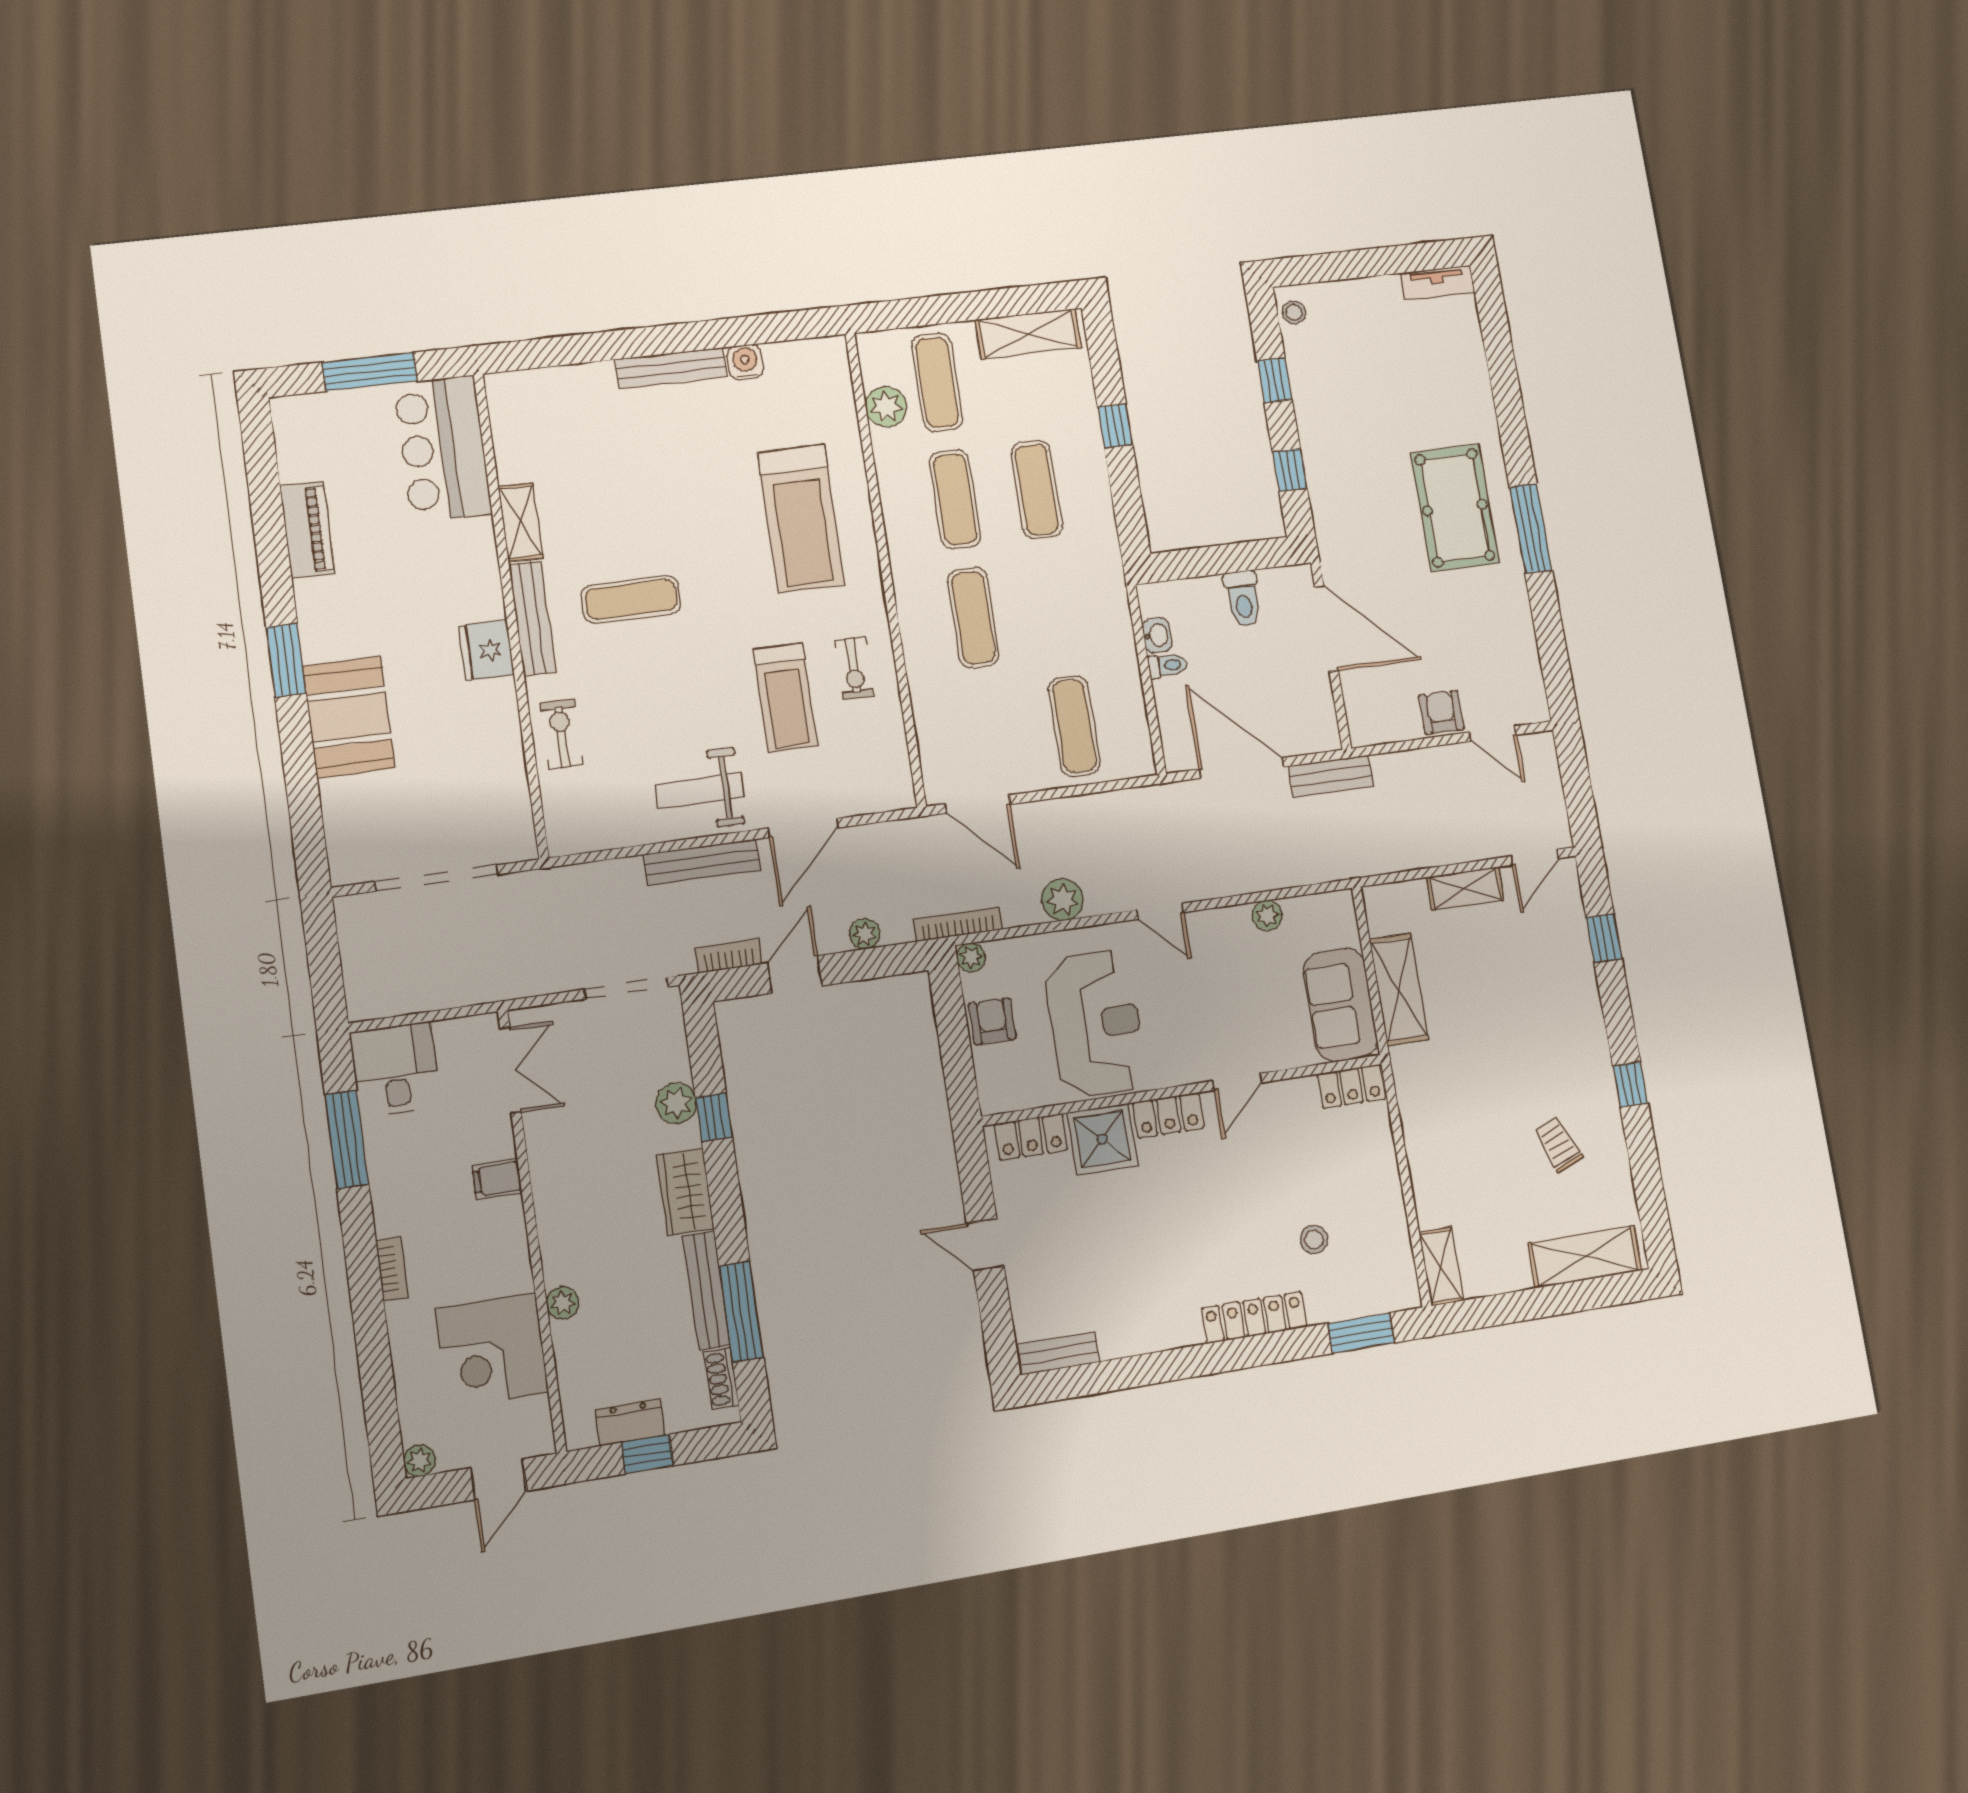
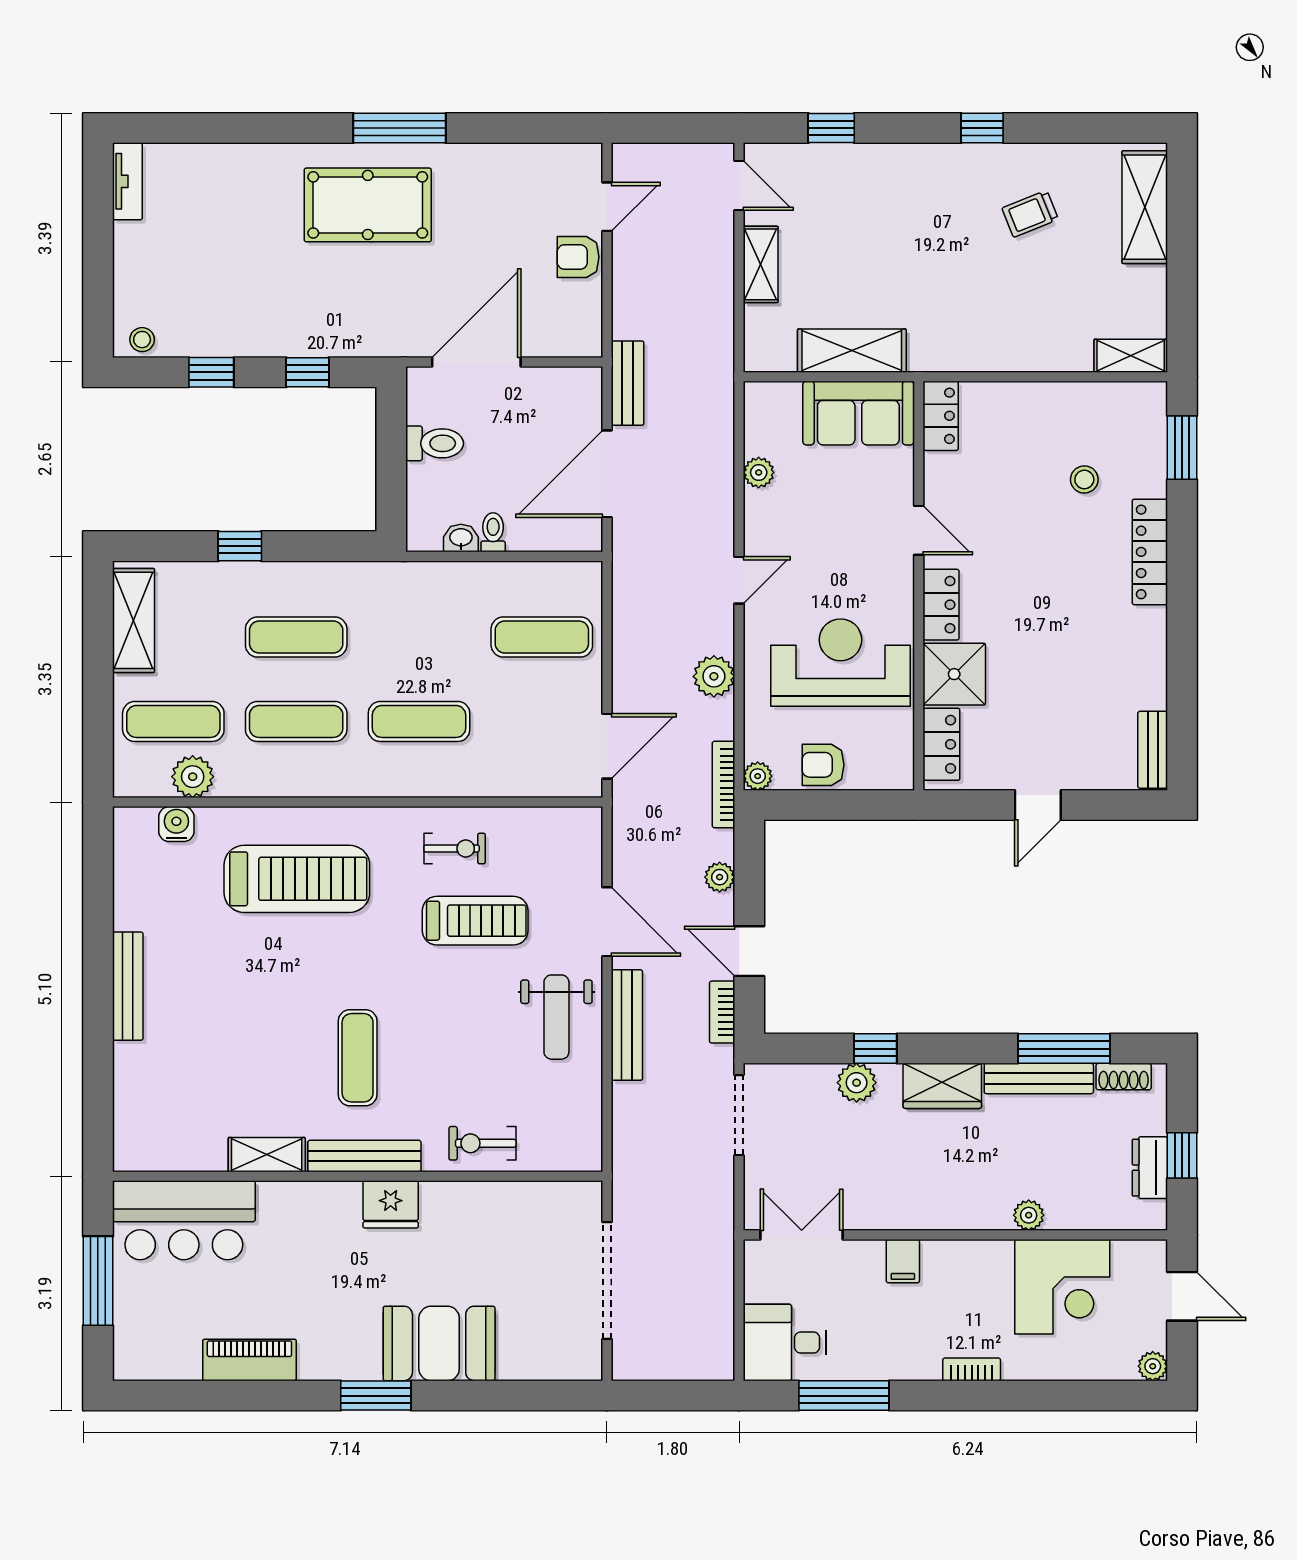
water cooler: (745, 362) -> (176, 824), moved, turned 90

